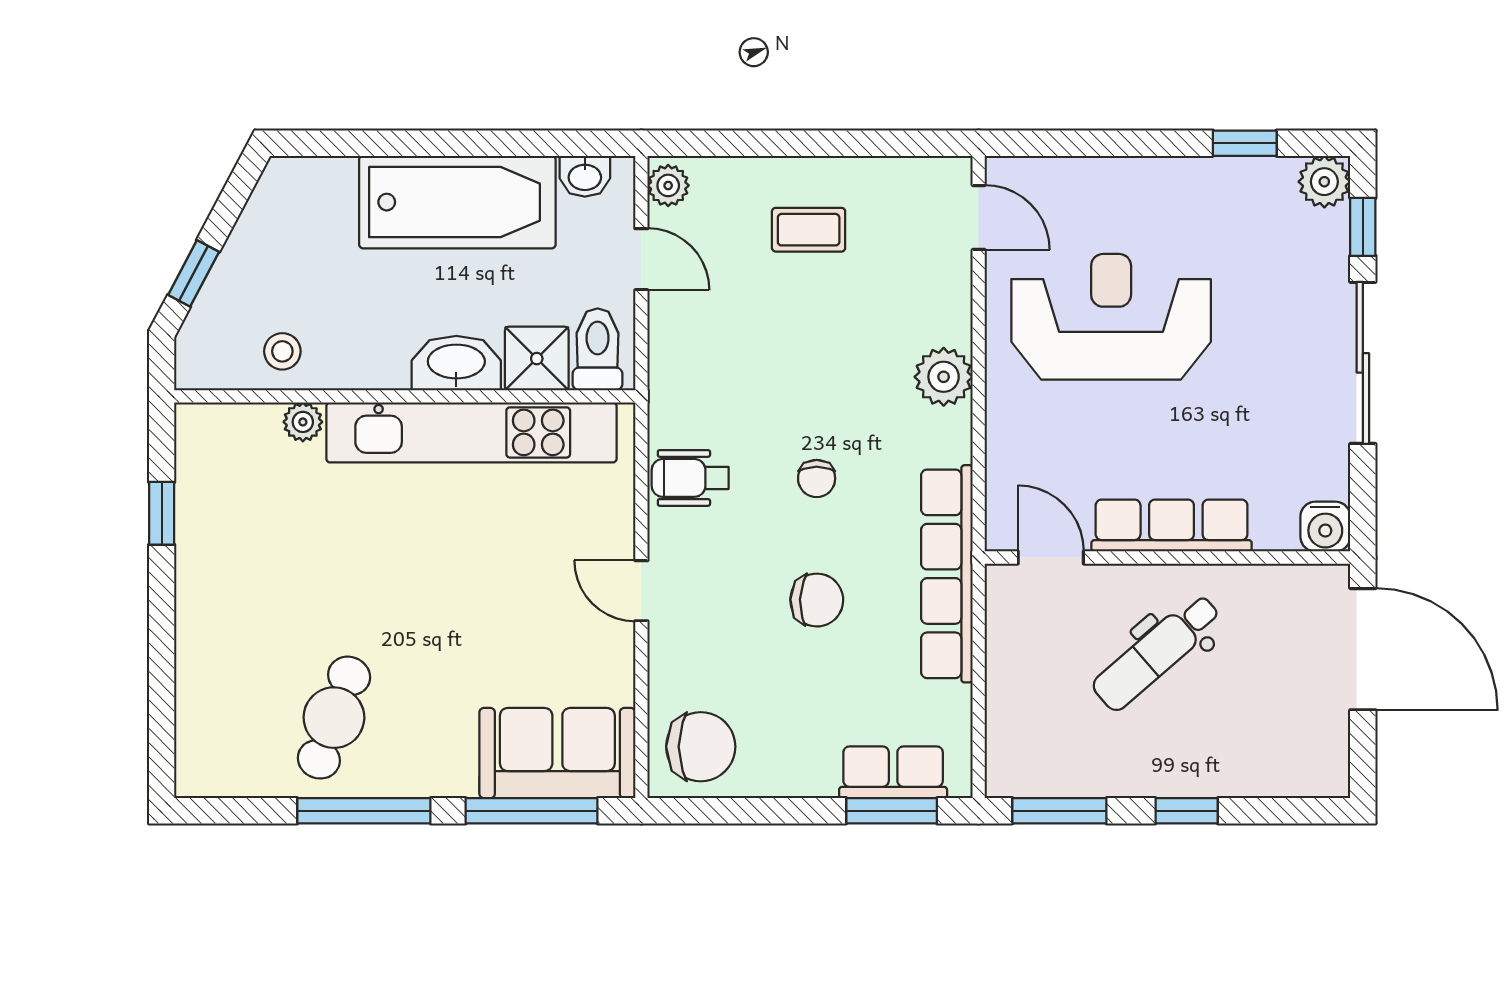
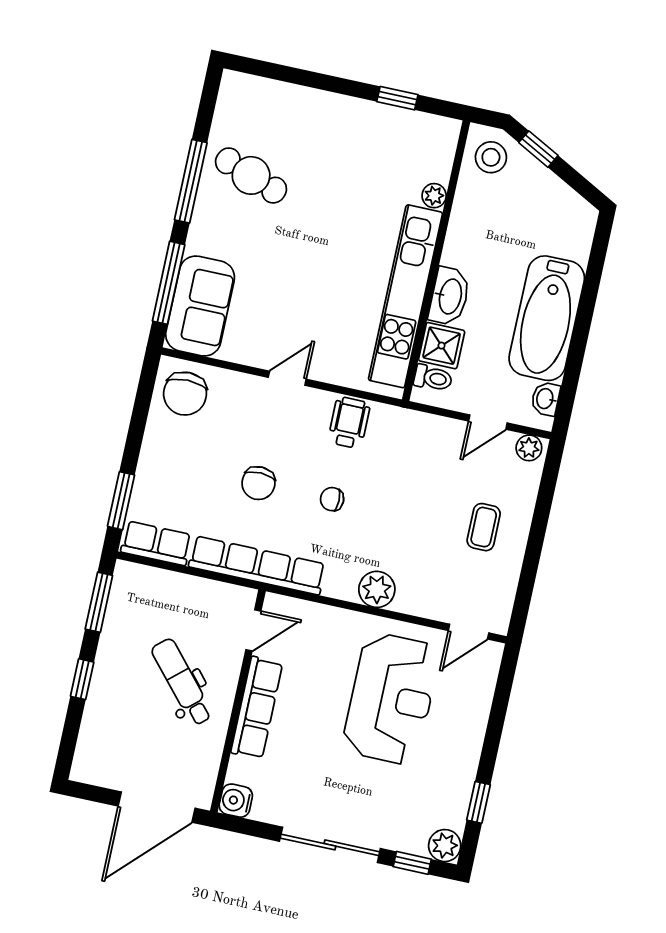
toilet: (598, 349) -> (433, 378), width x0.73, depth x0.72
stool: (282, 351) -> (491, 157), moved, width x1.37, depth x1.37
row of seats: (893, 772) -> (156, 543), moved, turned -90

